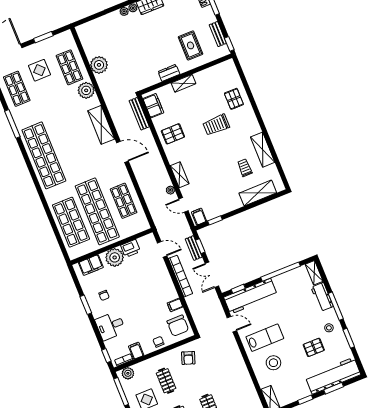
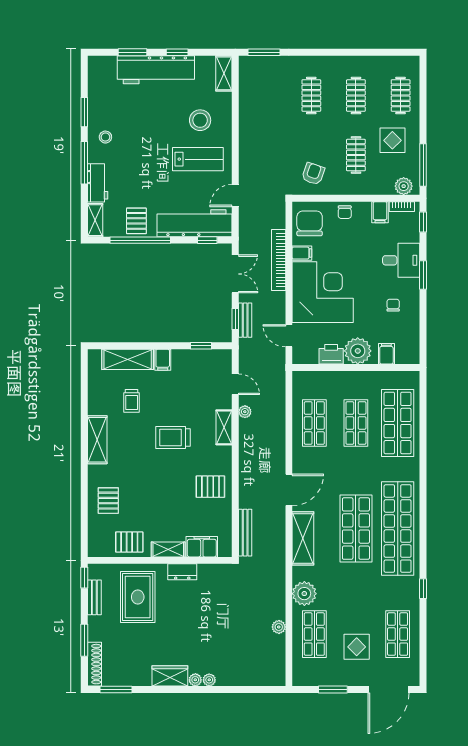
rug: (191, 45) -> (138, 597), width x1.36, depth x1.43
plant: (99, 65) -> (279, 627), width x0.53, depth x0.53
pallet: (210, 78) -> (129, 542), added
filing cabinet: (153, 106) -> (202, 547), moved, turned 90
window: (12, 124) -> (423, 589), width x0.46
trolley: (216, 125) -> (173, 438), moved, turned 180
shop shelf: (70, 145) -> (356, 529), added
shelving: (263, 150) -> (97, 440), moved
door: (122, 152) -> (289, 490), swing flipped
shop shelf: (97, 211) -> (356, 423), width x0.50, depth x0.74
filing cabinet: (199, 217) -> (163, 360), moved
filing cabinet: (91, 265) -> (386, 354), width x0.50
bookcase: (180, 276) -> (279, 260), moved
corner desk: (152, 286) -> (323, 292), added
window: (86, 305) -> (423, 275), moved
door: (232, 324) -> (235, 196), hinge flipped
lab bench: (265, 338) -> (198, 159), turned 180
pallet: (314, 347) -> (136, 221), moved, turned 90
workbench: (333, 376) -> (156, 70), moved

